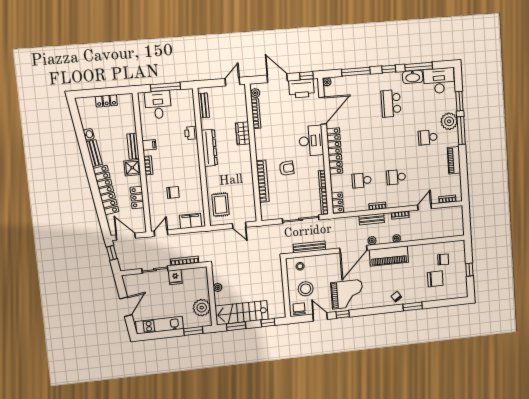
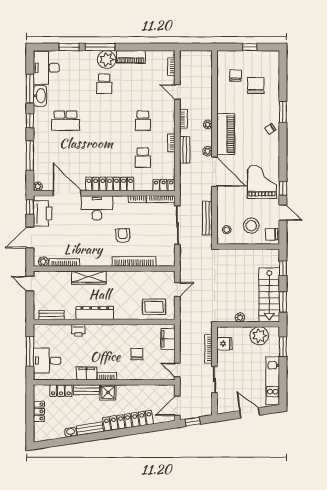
plant: (449, 121) -> (107, 60), moved
wardrobe: (243, 133) -> (89, 278), width x1.50
filing cabinet: (149, 145) -> (87, 373), width x2.00
locker: (137, 197) -> (61, 391), moved
fridge: (175, 277) -> (224, 344), moved
door: (320, 317) -> (283, 213), swing flipped

